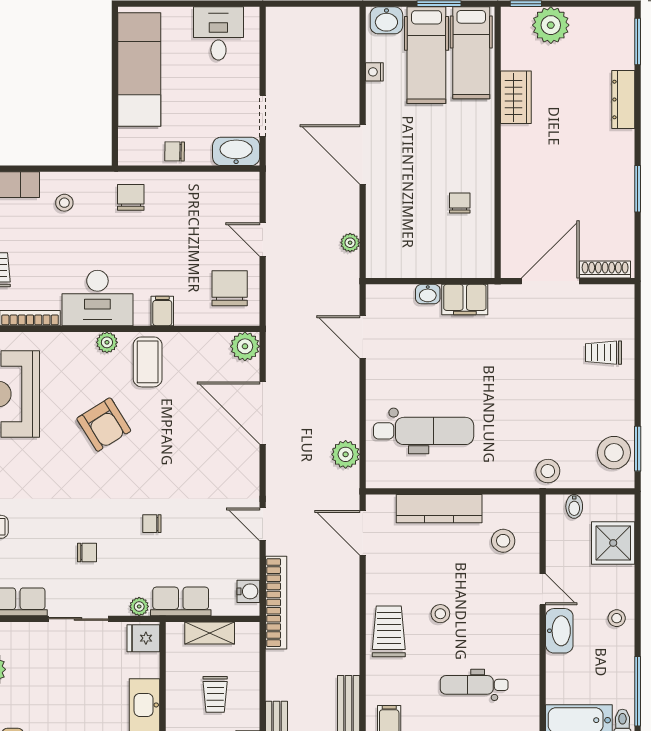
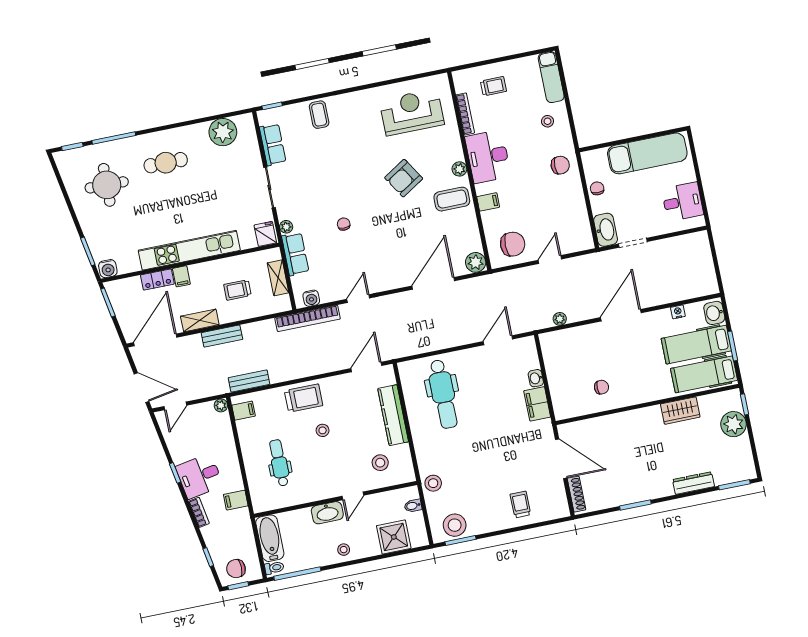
plant: (346, 454) -> (417, 345), removed
chair: (87, 552) -> (315, 184), removed

